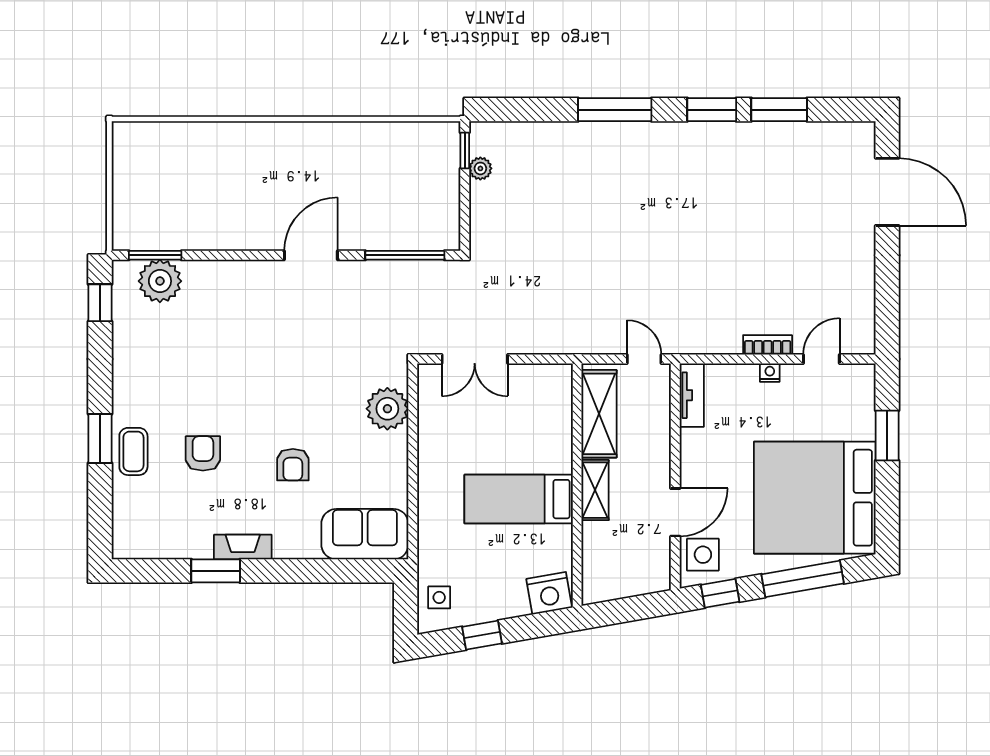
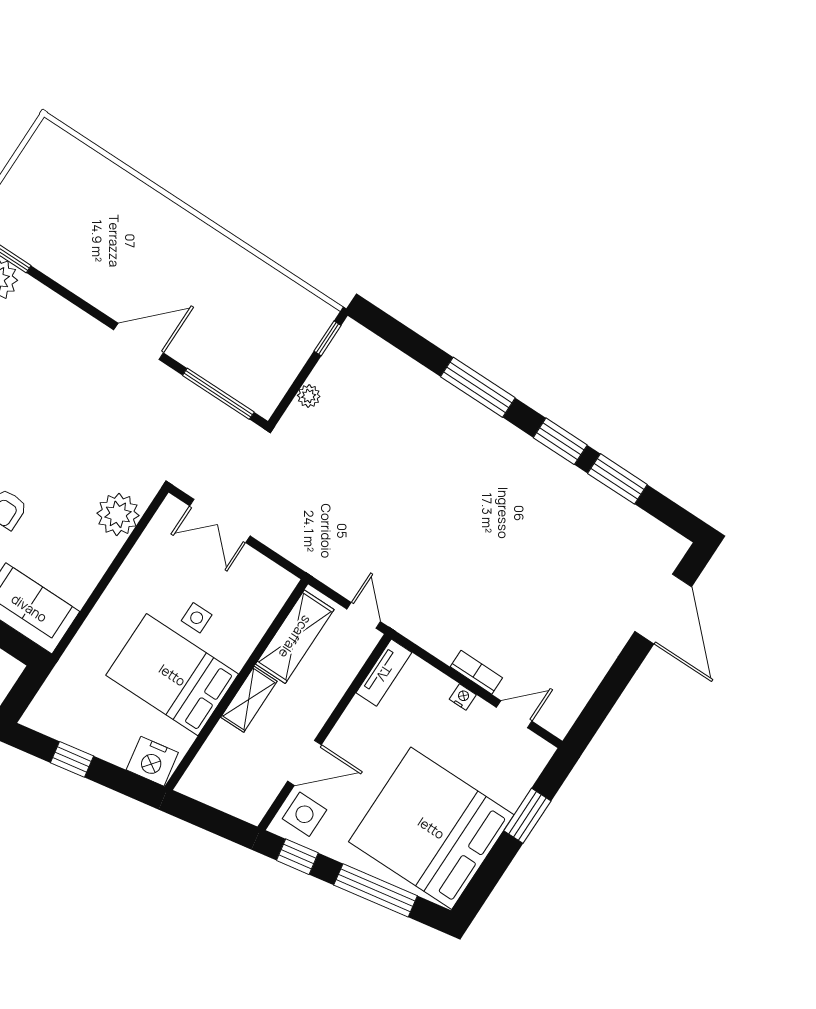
plant: (480, 168) -> (309, 396), moved
bed: (519, 499) -> (172, 675), width x1.50
side table: (439, 597) -> (197, 618), moved

